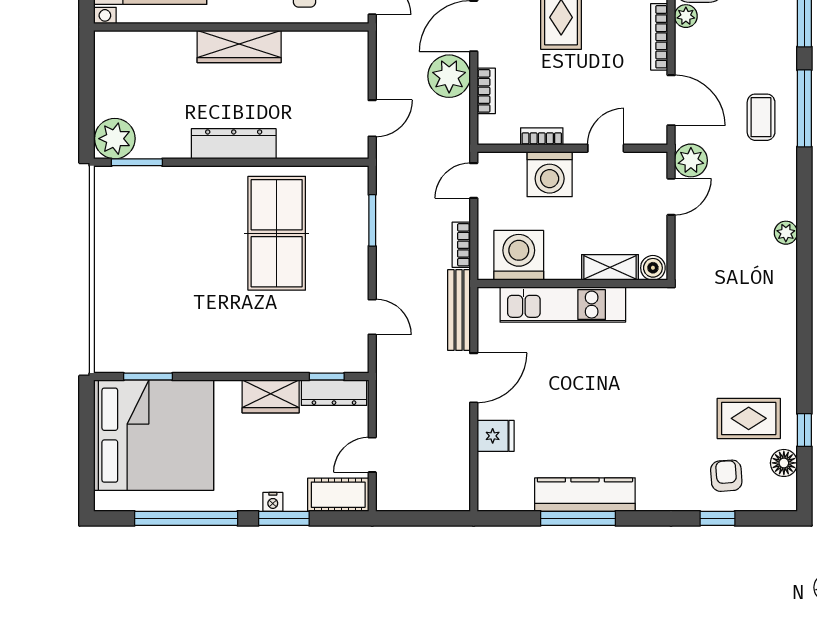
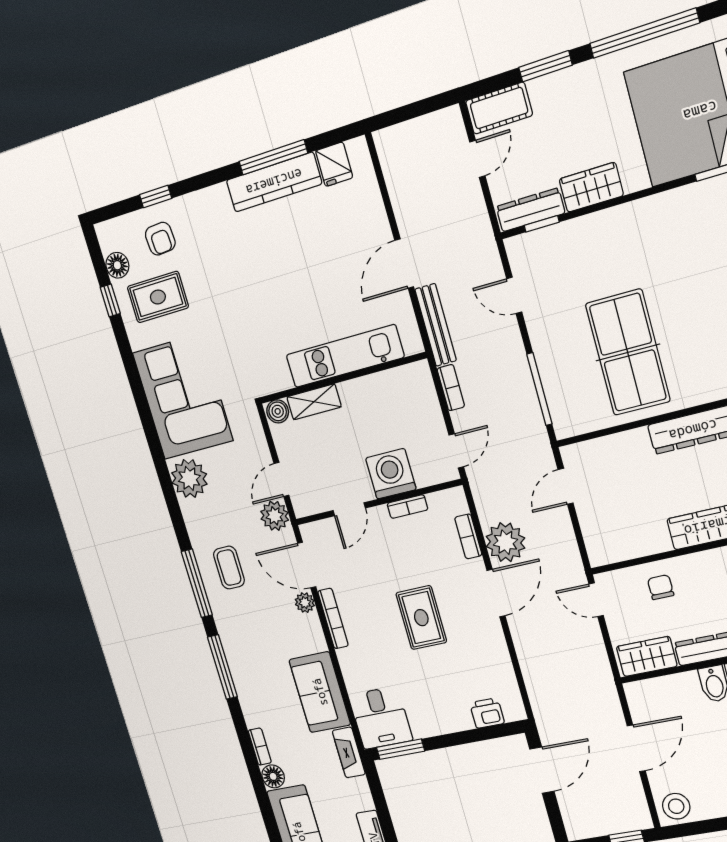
plant: (686, 16) -> (305, 603), moved
window: (372, 220) -> (539, 389), width x1.44
plant: (786, 233) -> (189, 479), width x1.88, depth x1.88
washing machine: (519, 255) -> (397, 392), removed
corner sofa: (755, 310) -> (183, 397), added
fridge: (496, 436) -> (334, 164), moved, turned -90
nightstand: (273, 502) -> (561, 80), removed

